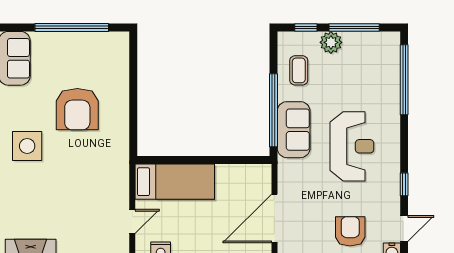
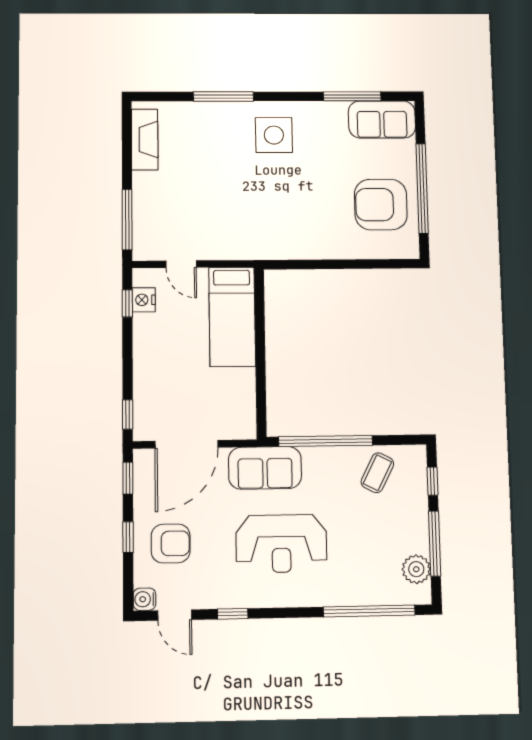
plant: (331, 42) -> (416, 569), moved
coffee table: (299, 70) -> (377, 473), turned -63
armchair: (77, 109) -> (381, 205), moved
sofa: (294, 130) -> (265, 468), moved
door: (274, 218) -> (186, 444), swing flipped

